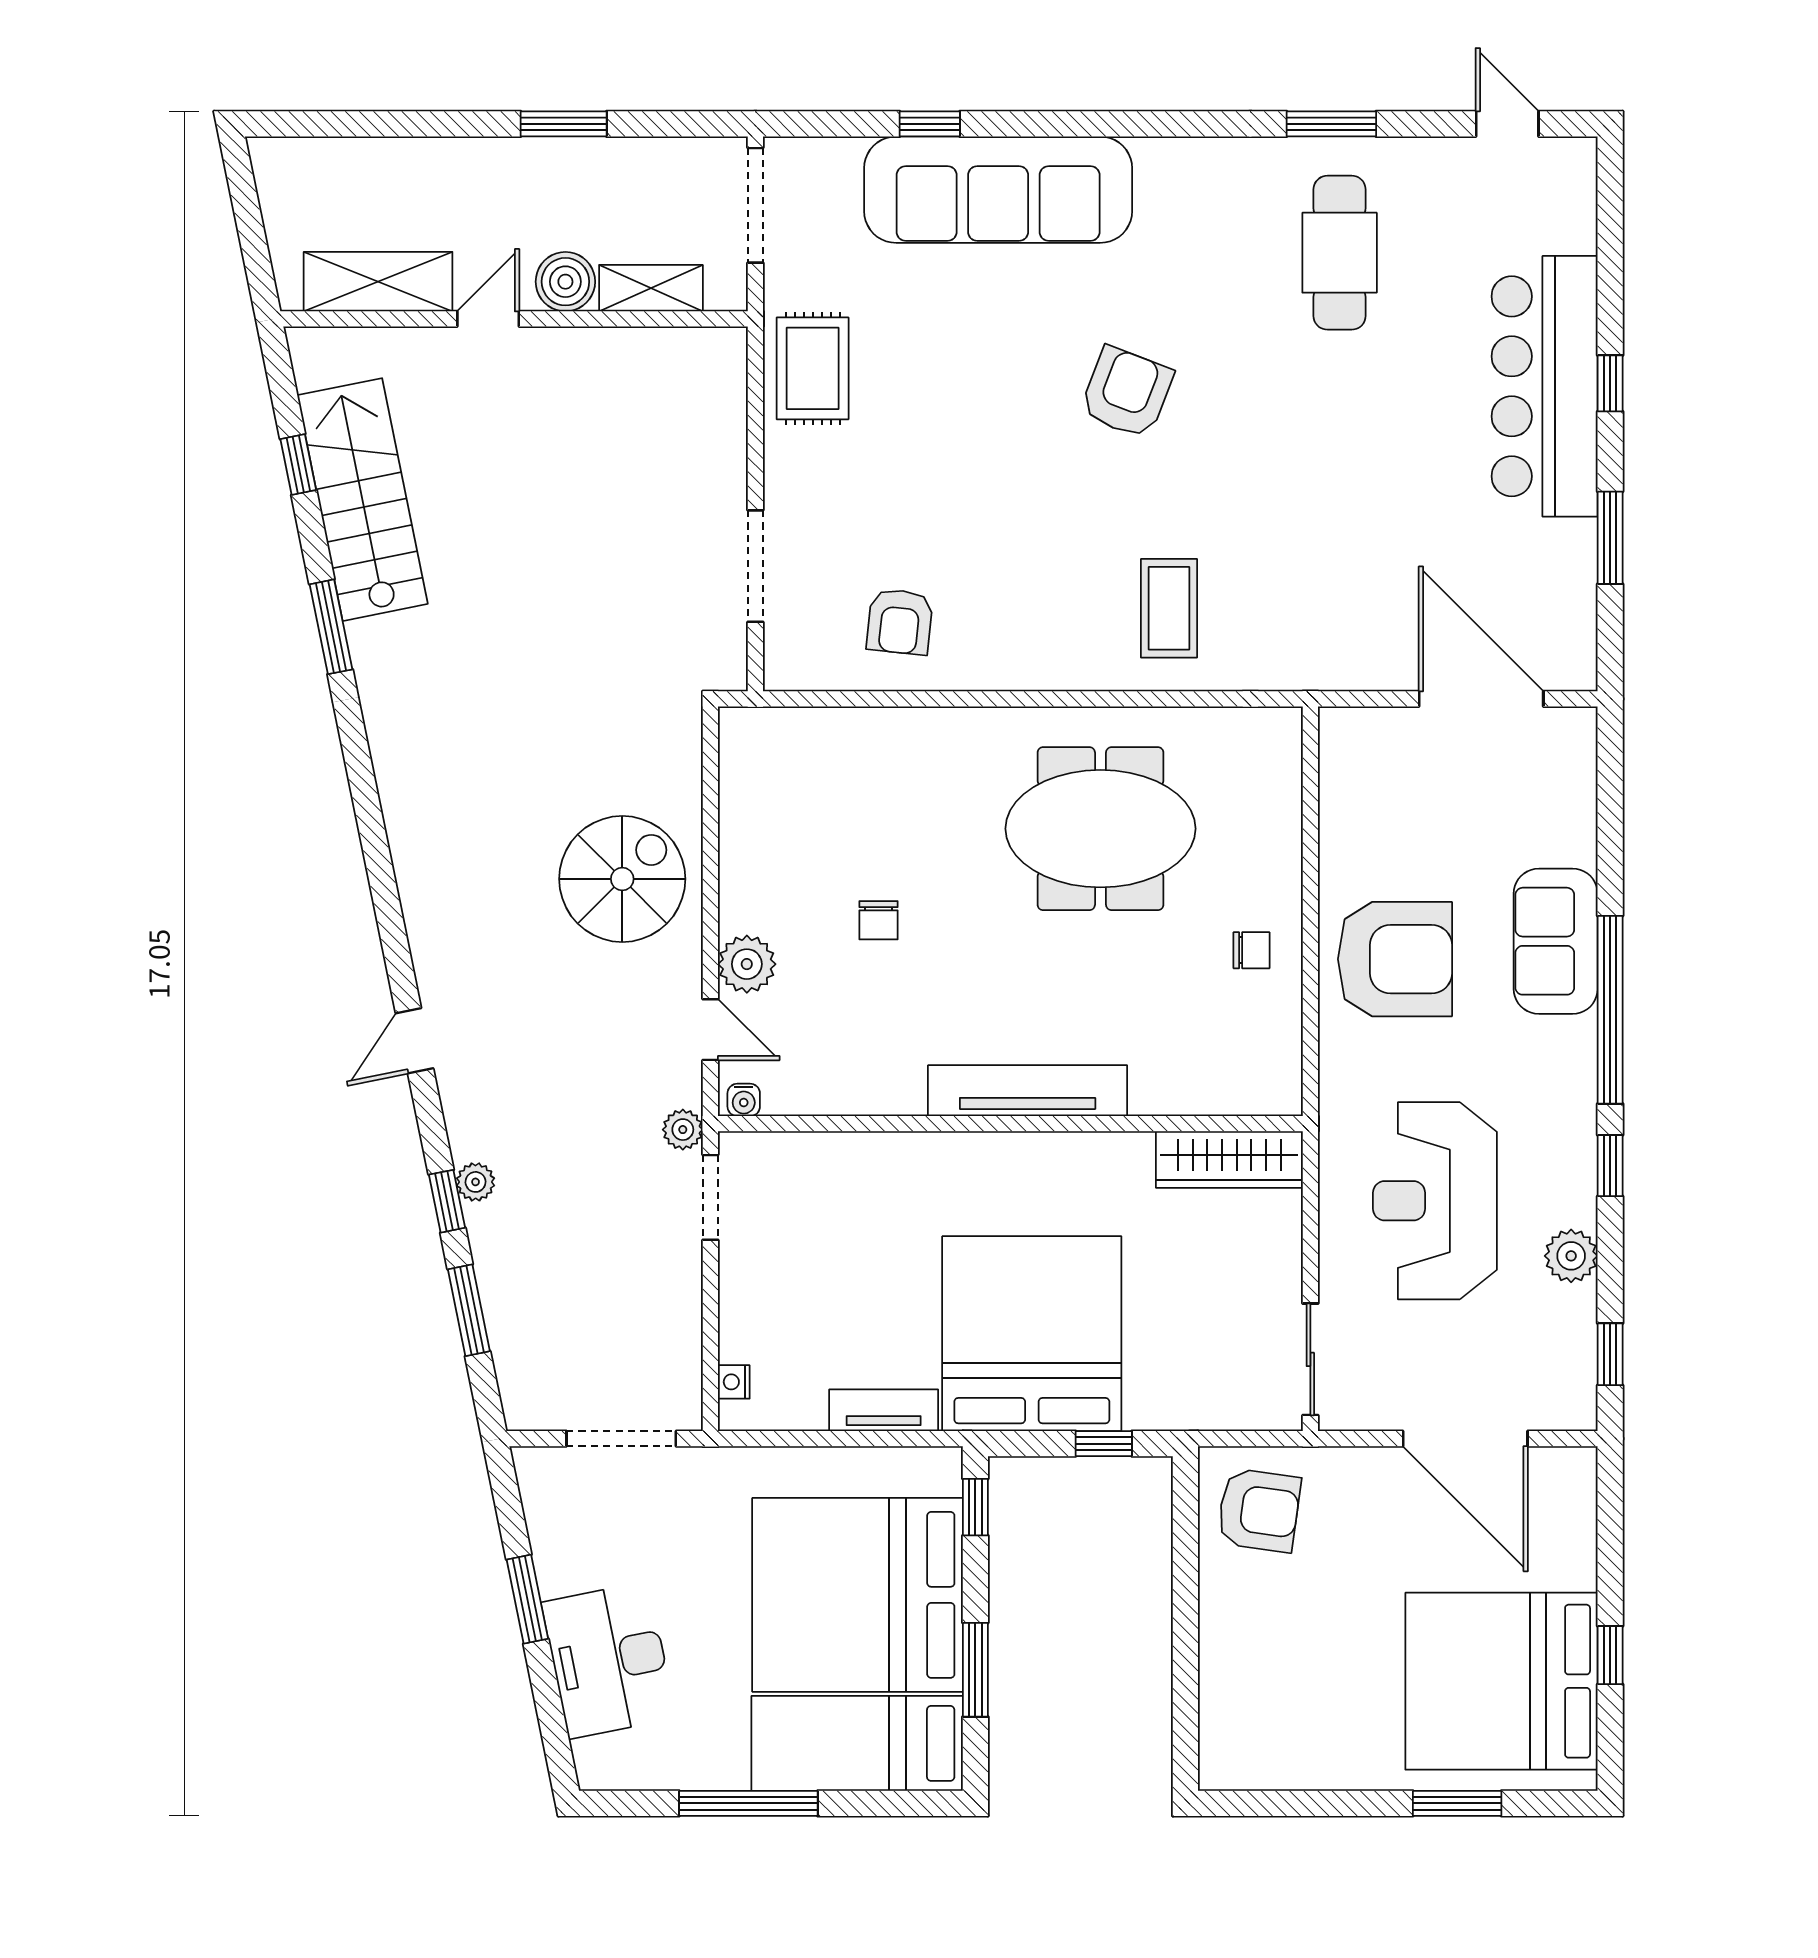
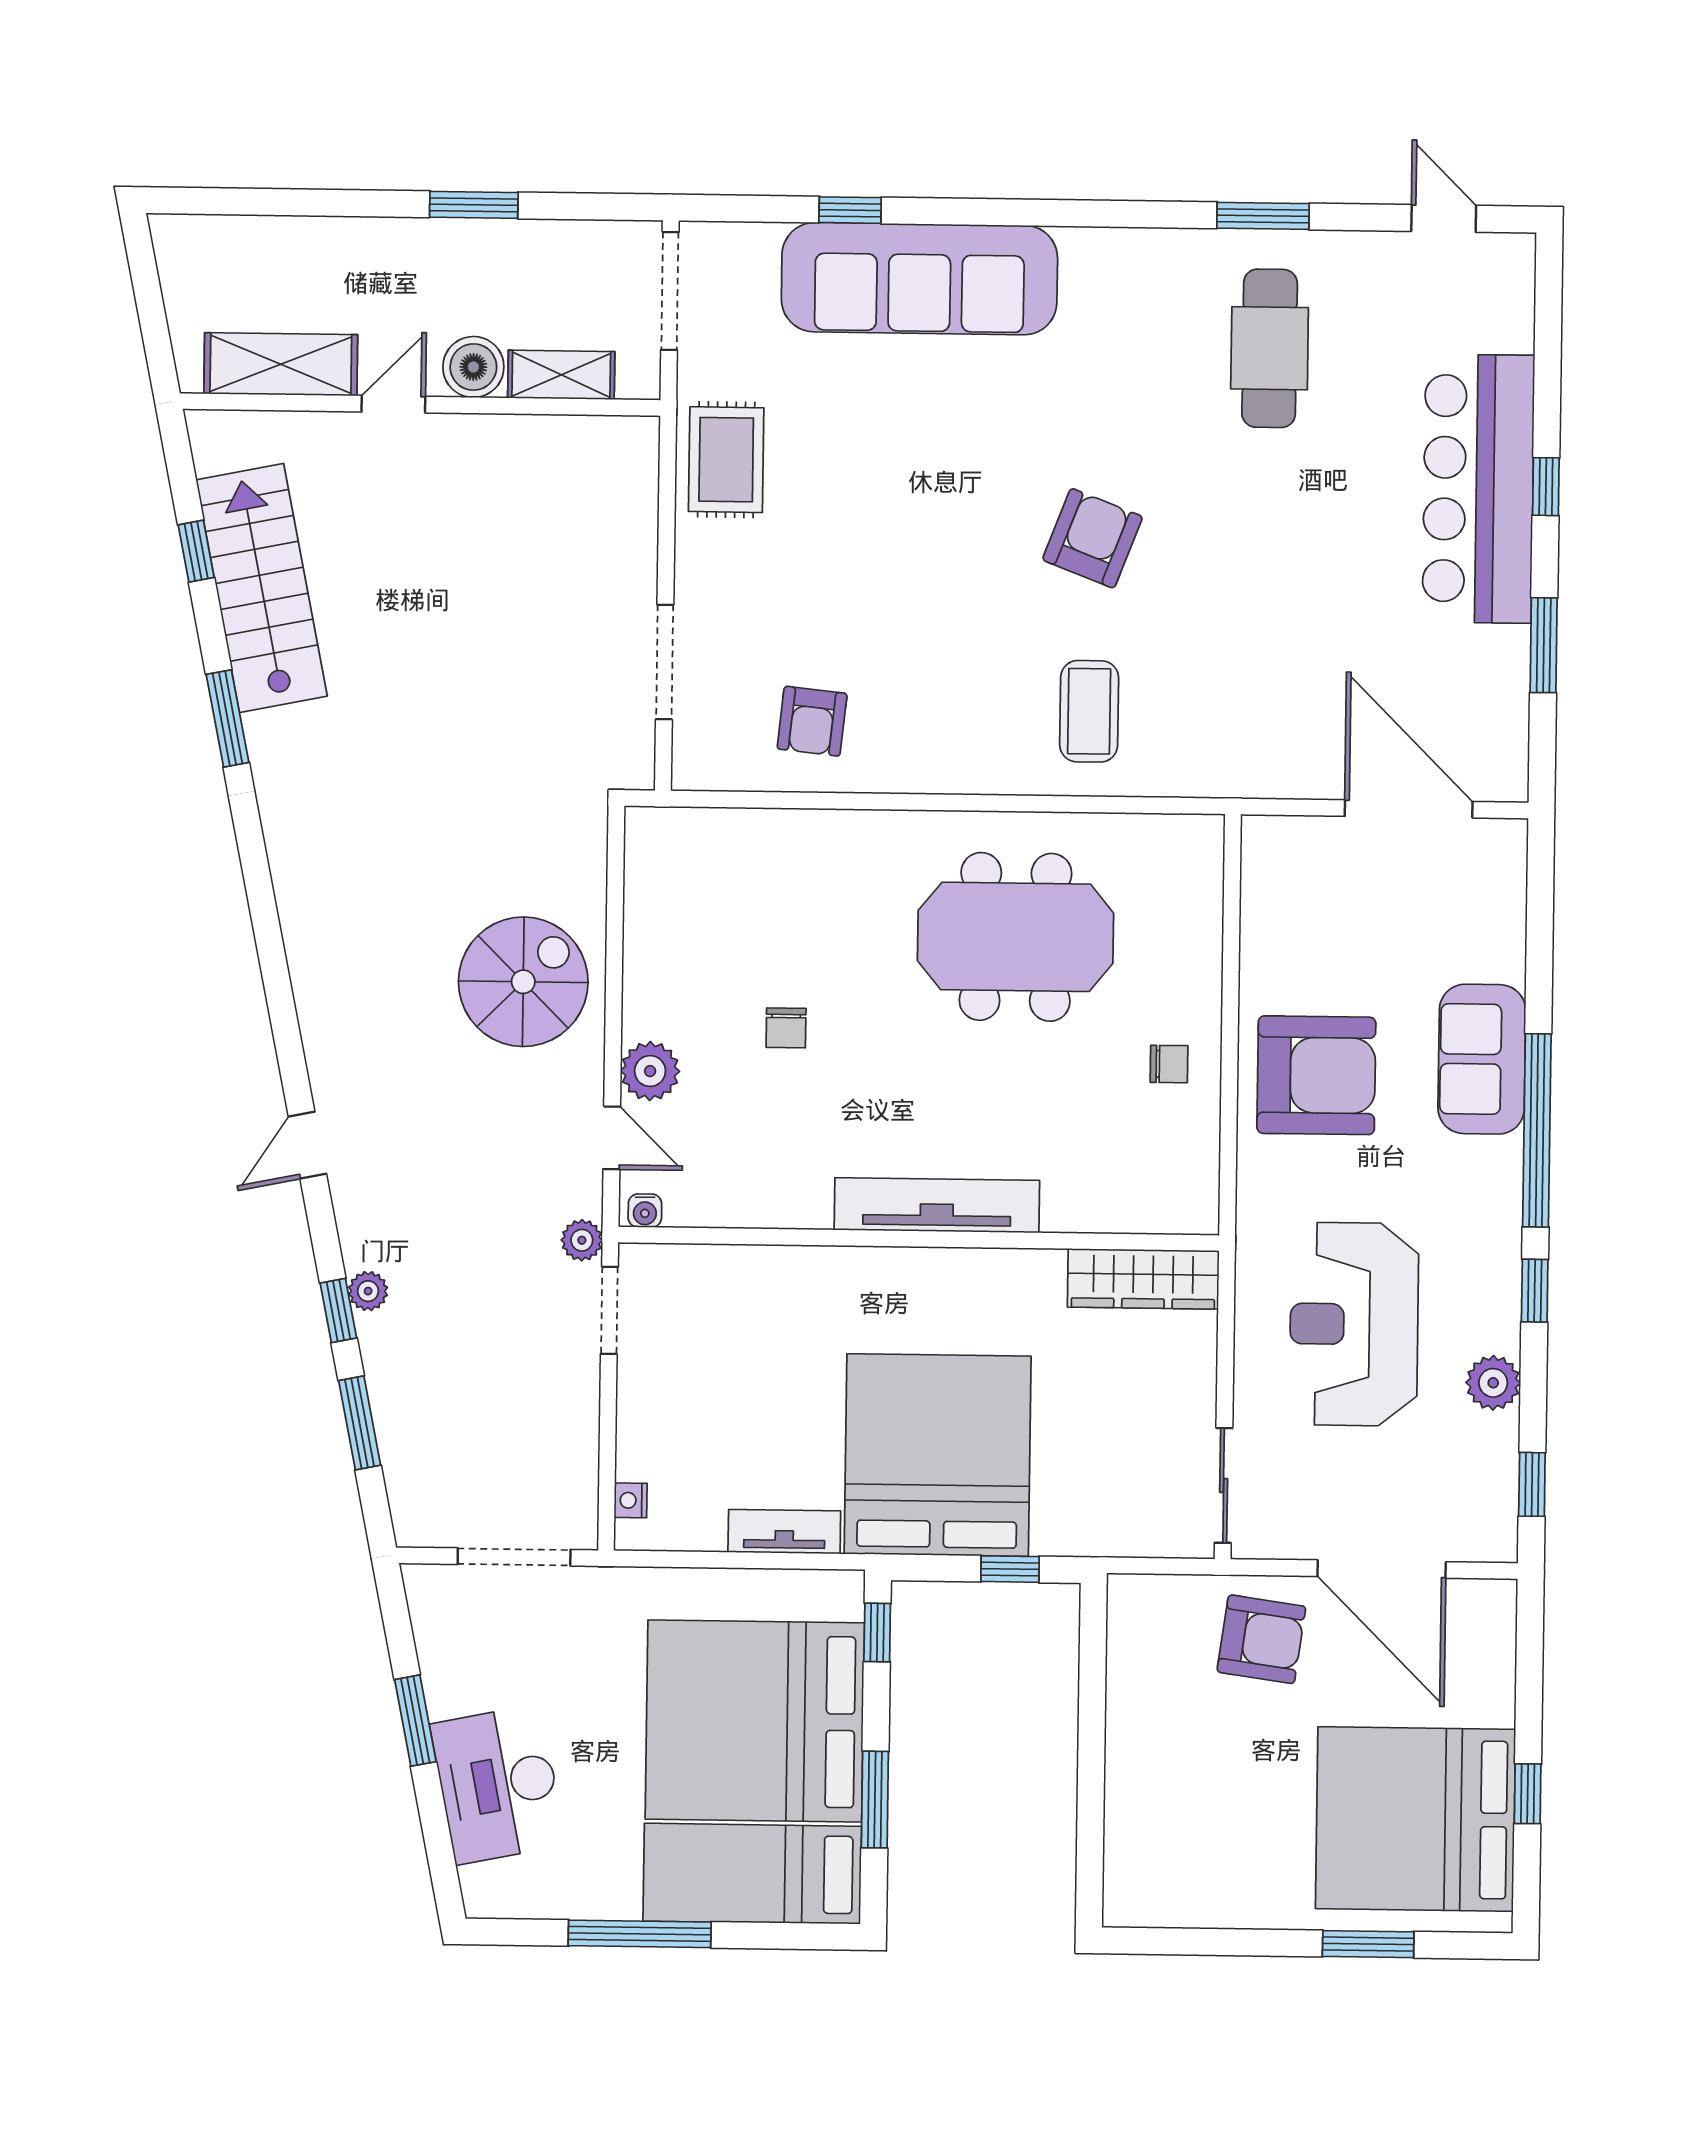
armchair: (1127, 392) -> (1092, 538), moved
armchair: (1259, 1510) -> (1261, 1639), moved

